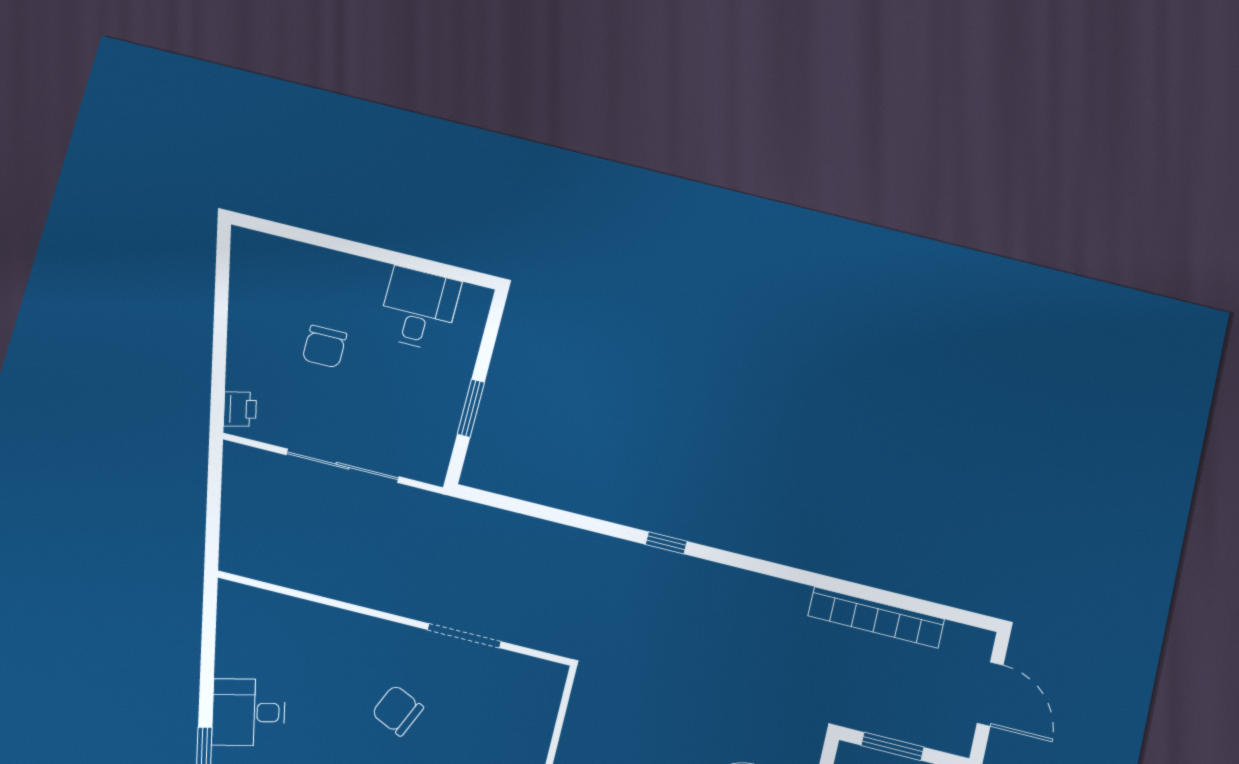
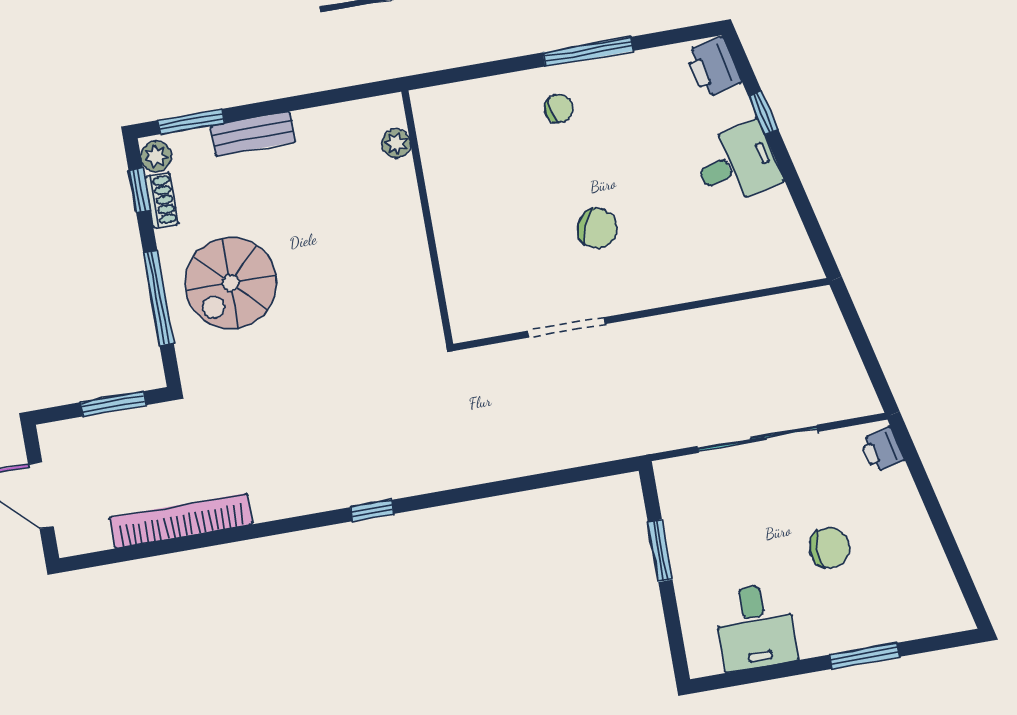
window: (338, 244) -> (864, 656), added
chair: (324, 347) -> (830, 548), turned 90
window: (666, 543) -> (372, 510), moved

